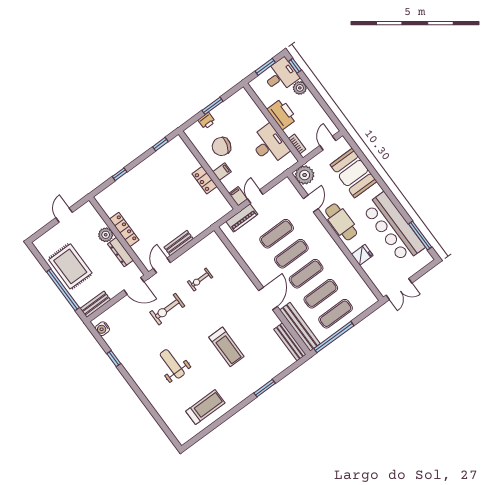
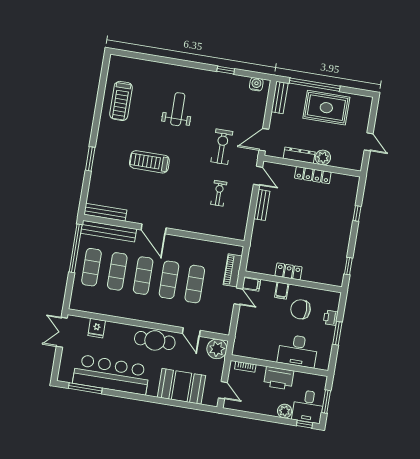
desk: (269, 145) -> (298, 351), moved
chair: (222, 146) -> (301, 309), turned -107
fridge: (362, 255) -> (97, 328), moved
weight bench: (172, 364) -> (178, 109), turned -90

